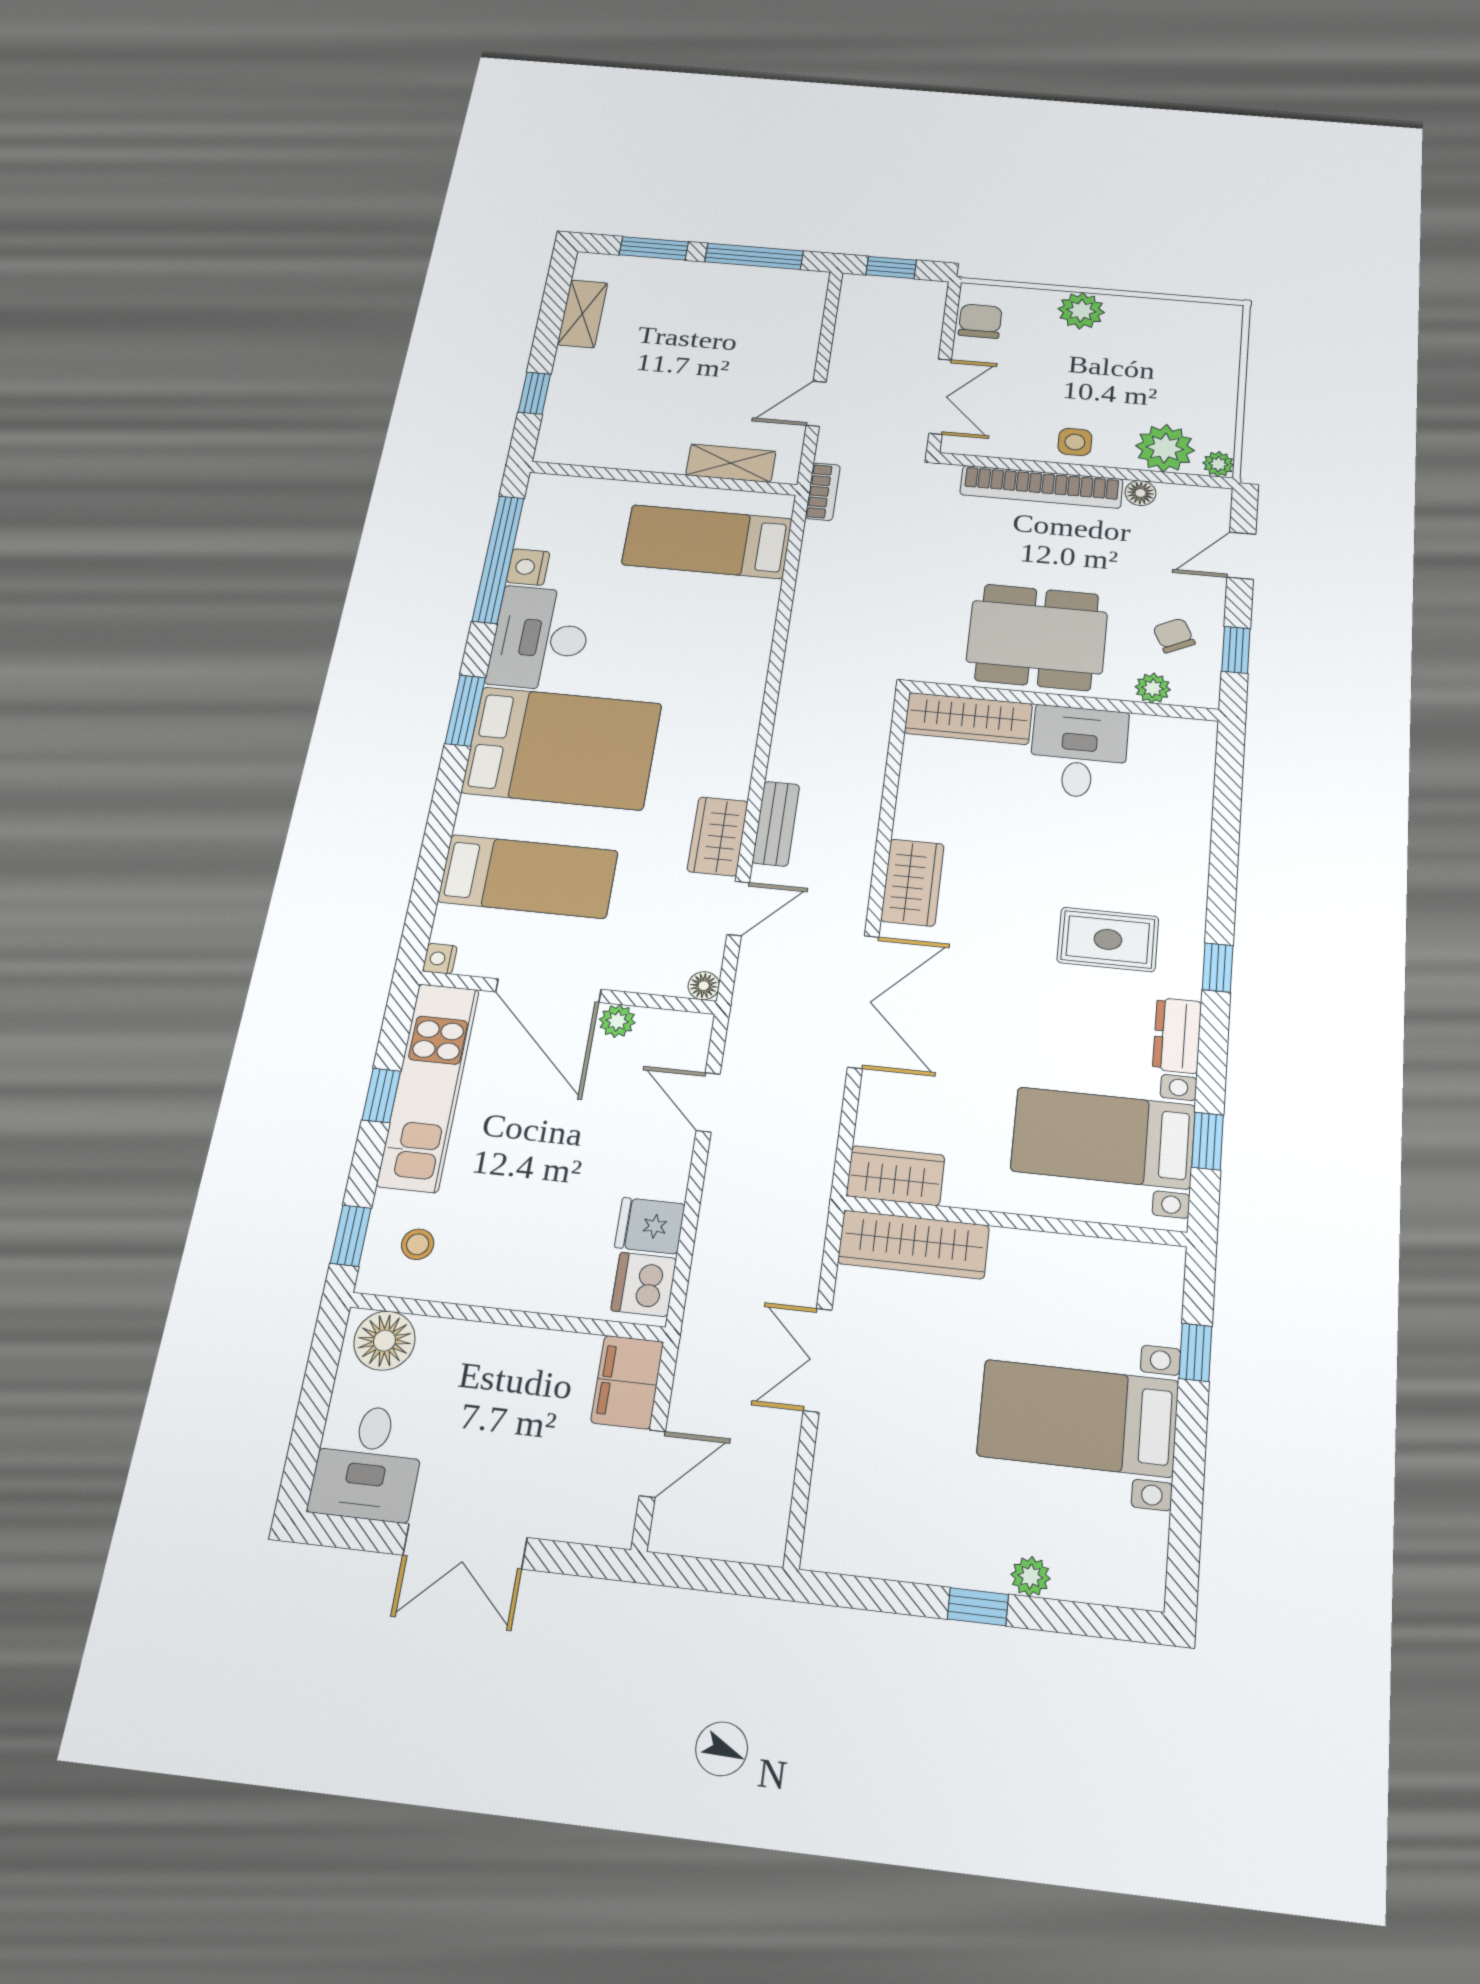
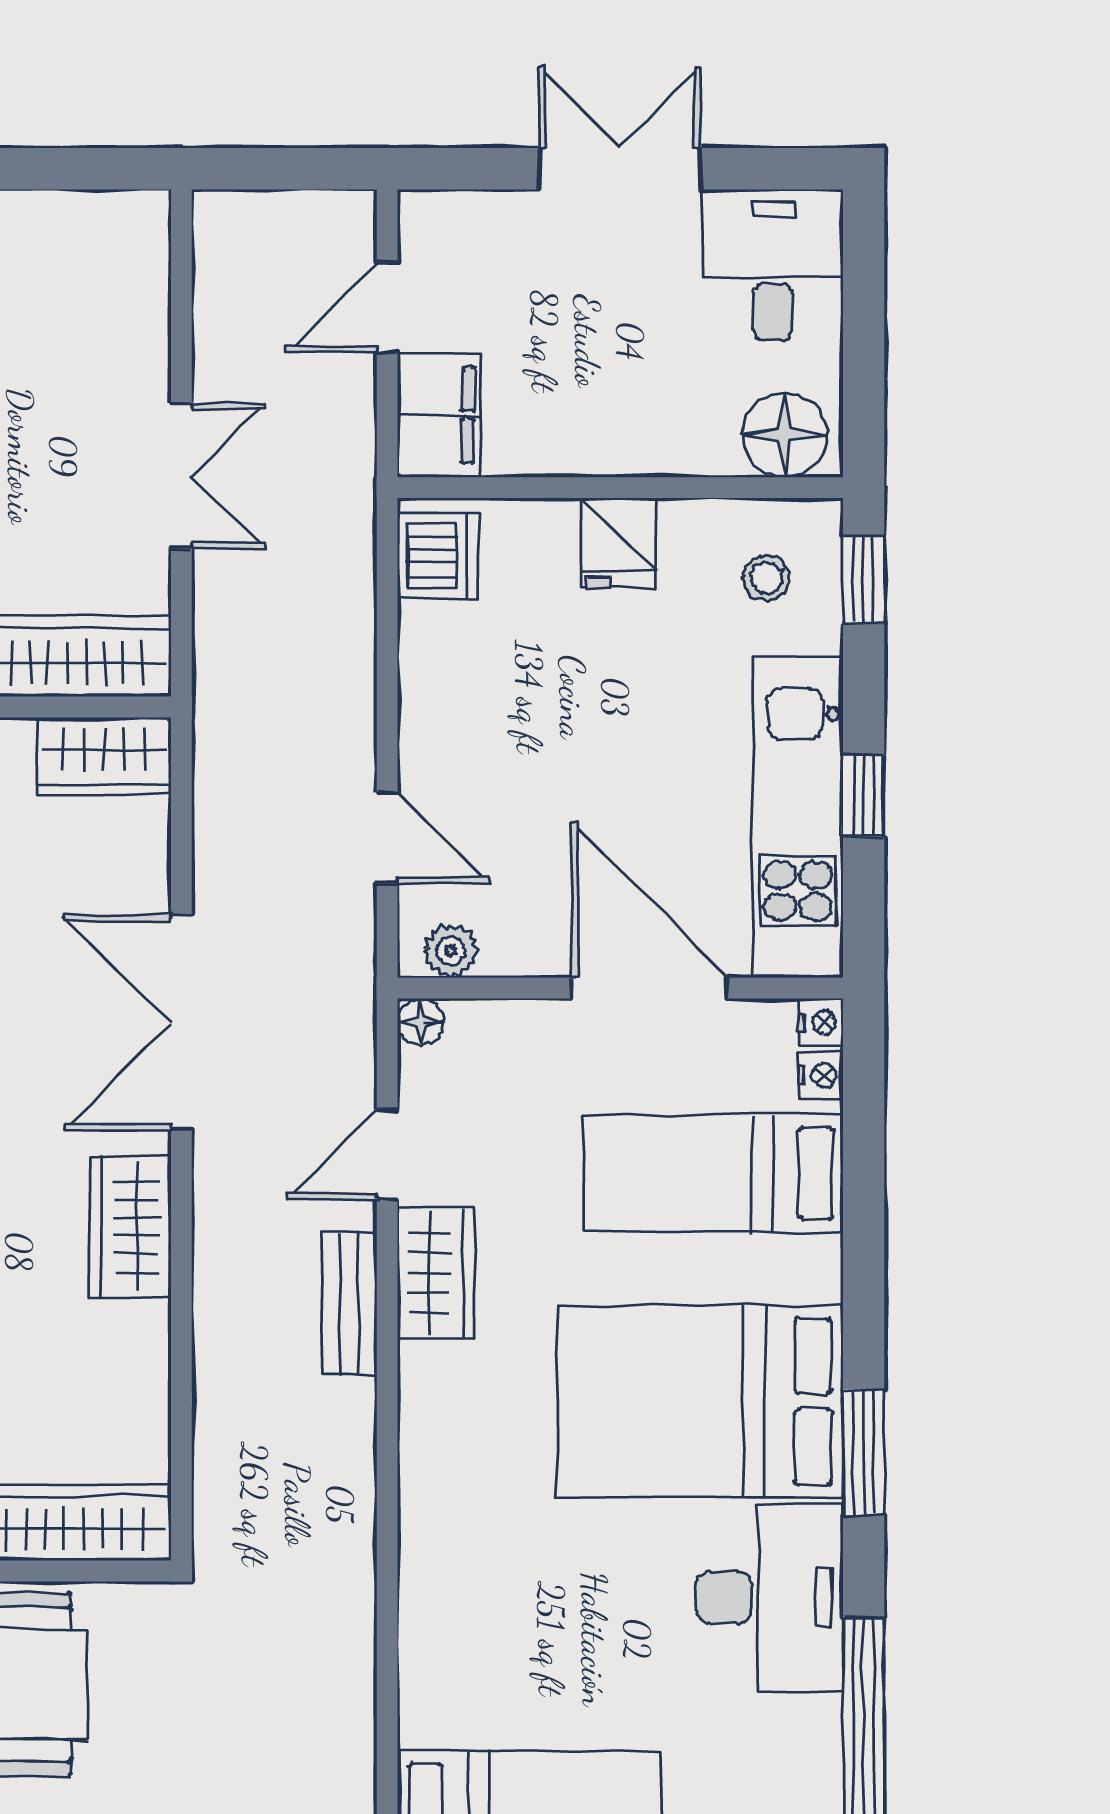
nightstand: (528, 567) -> (820, 1075), moved, width x0.72, depth x0.74
plant: (617, 1021) -> (451, 951), moved
fridge: (650, 1226) -> (619, 543), moved, turned 90

